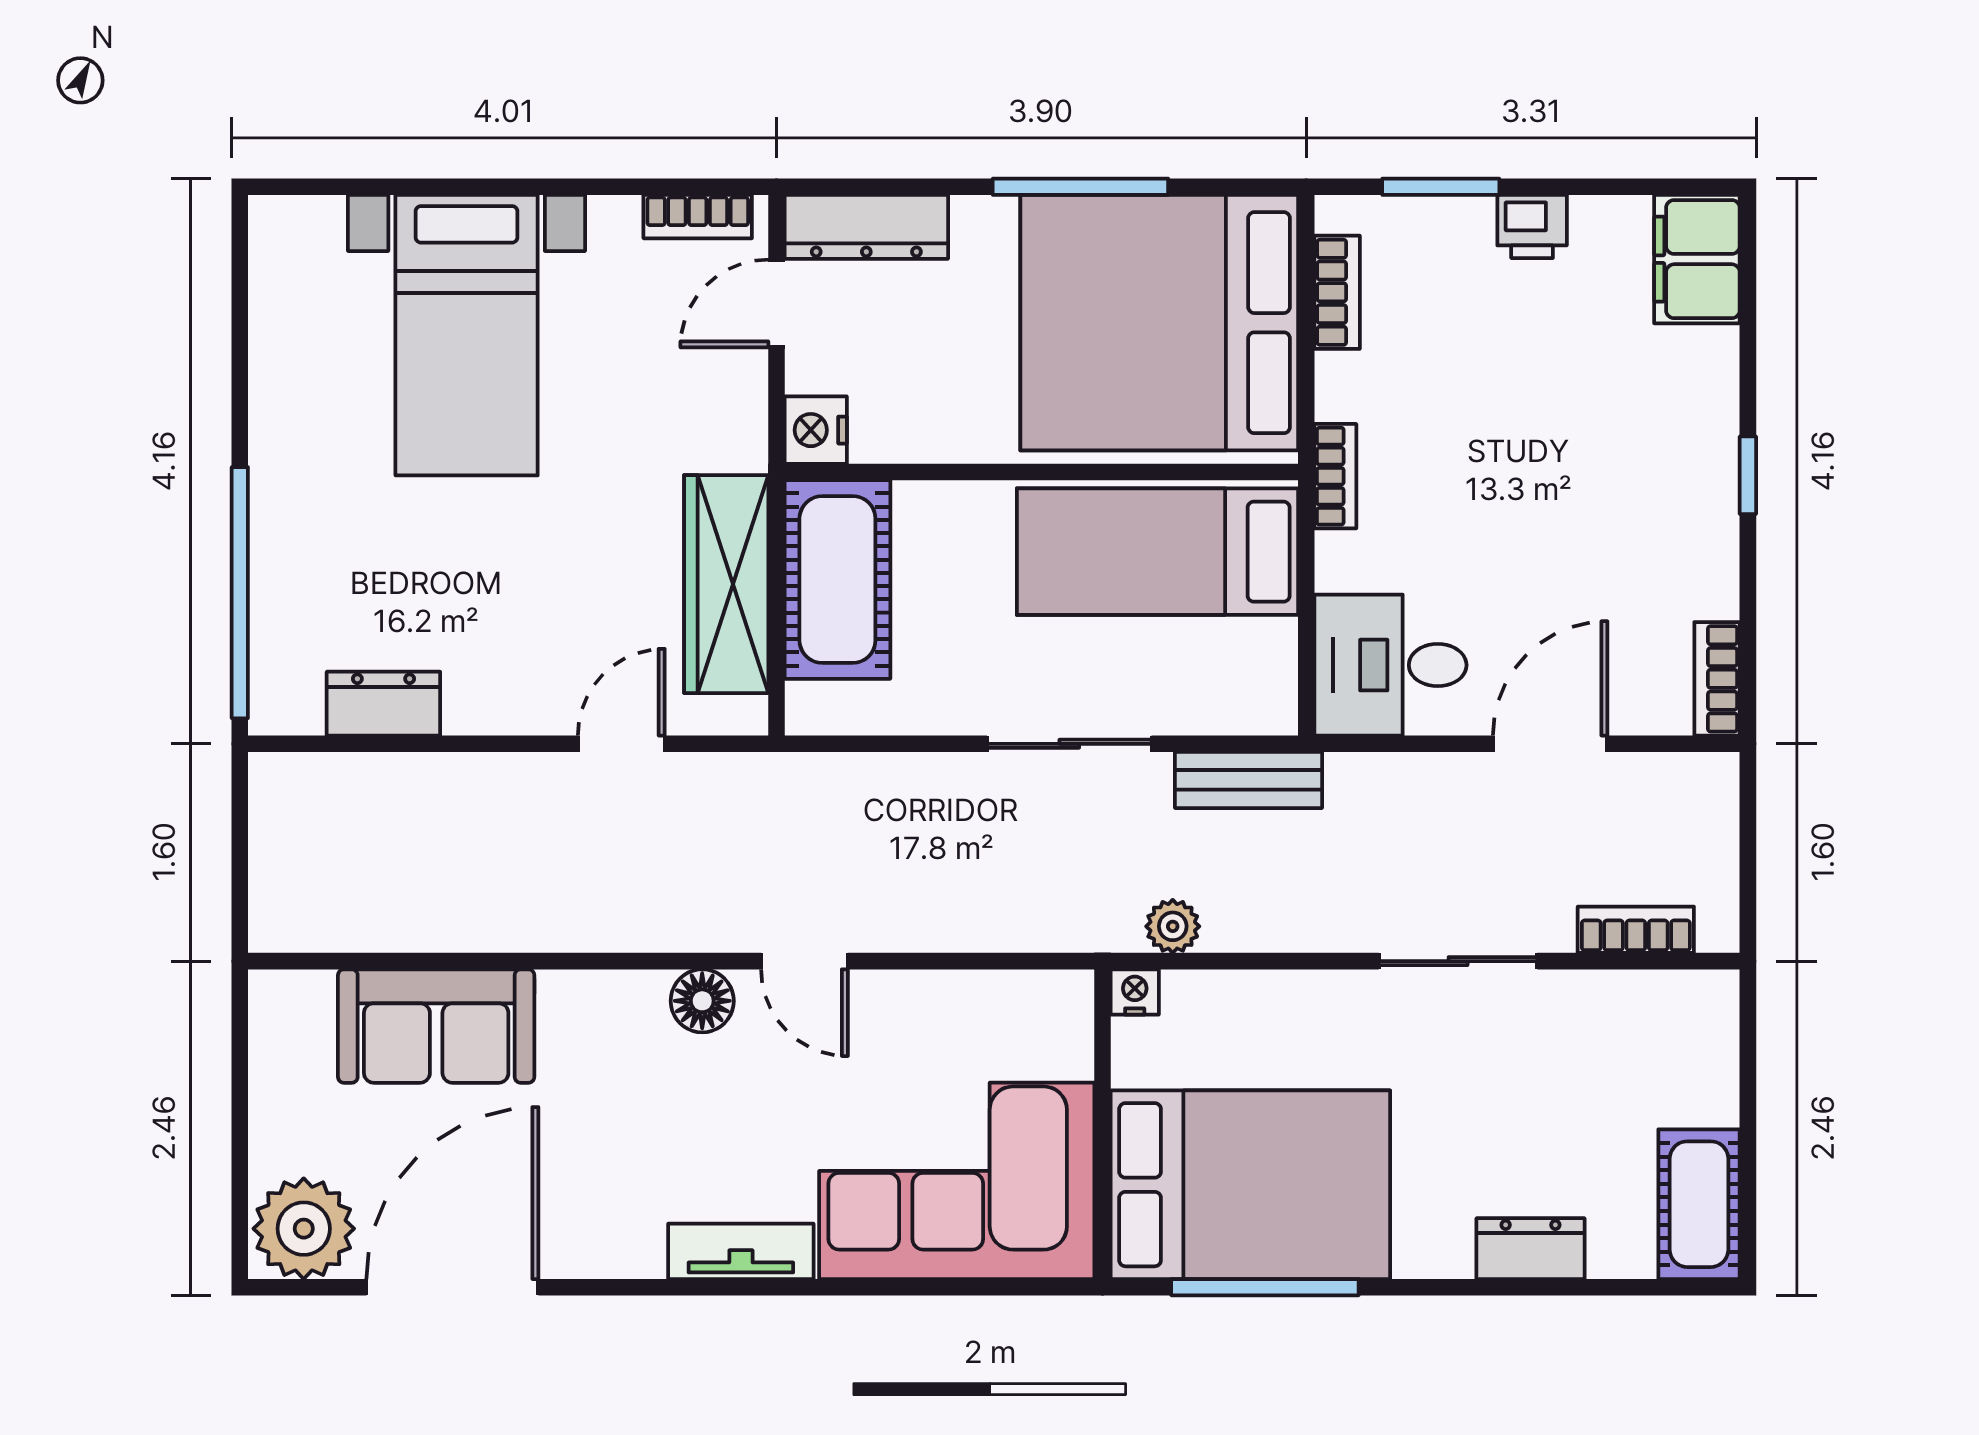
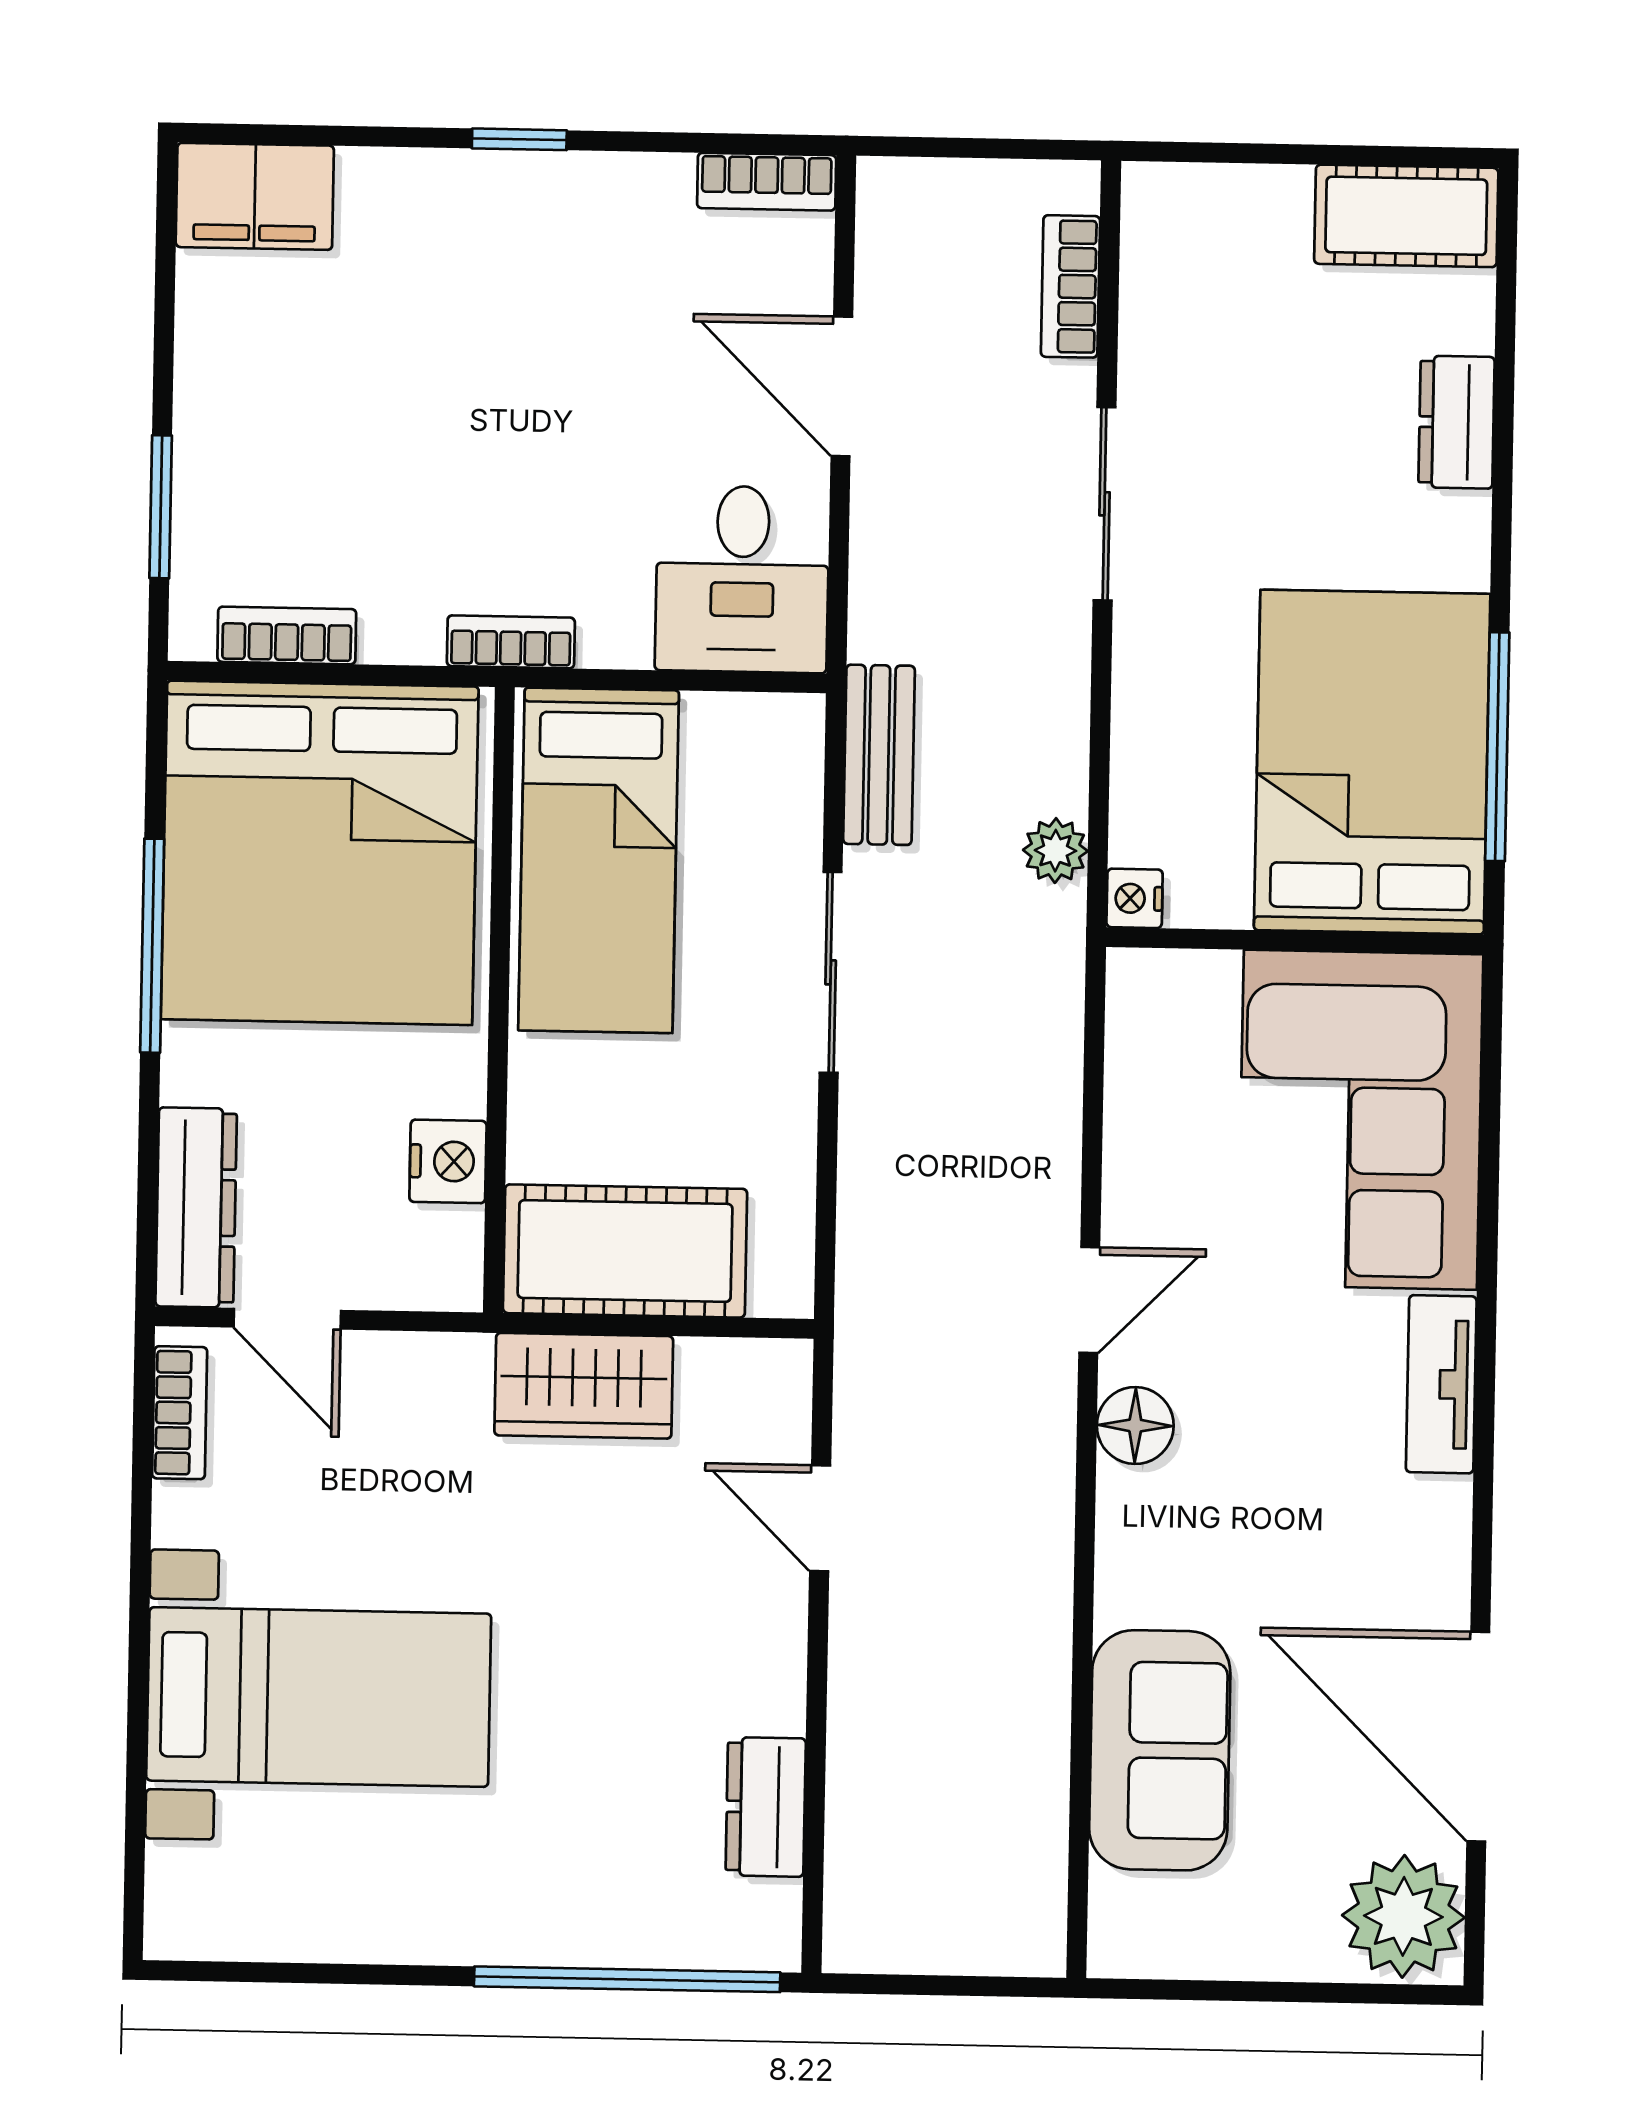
printer: (1532, 226) -> (211, 396), removed
nightstand: (816, 430) -> (448, 1161), moved, turned -90
wardrobe: (726, 584) -> (584, 1386), width x0.67

